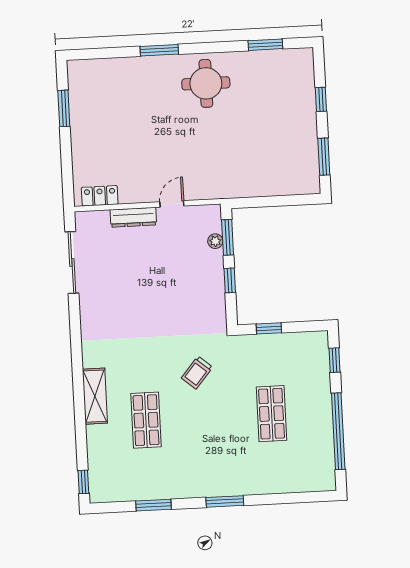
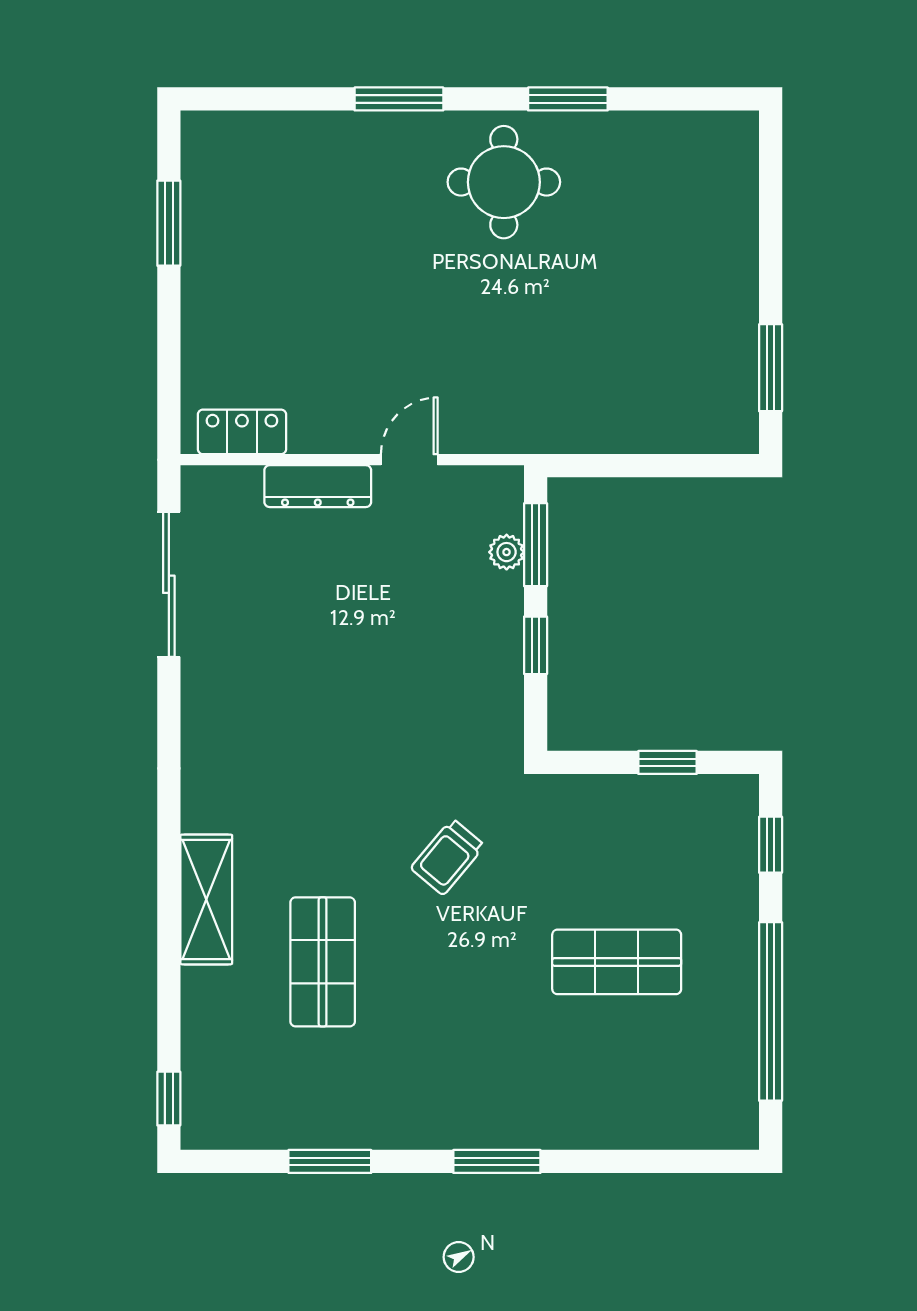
window: (265, 45) -> (568, 99), moved
window: (321, 99) -> (771, 234), removed
window: (269, 328) -> (667, 762), moved
shop shelf: (271, 414) -> (617, 962), turned 90

